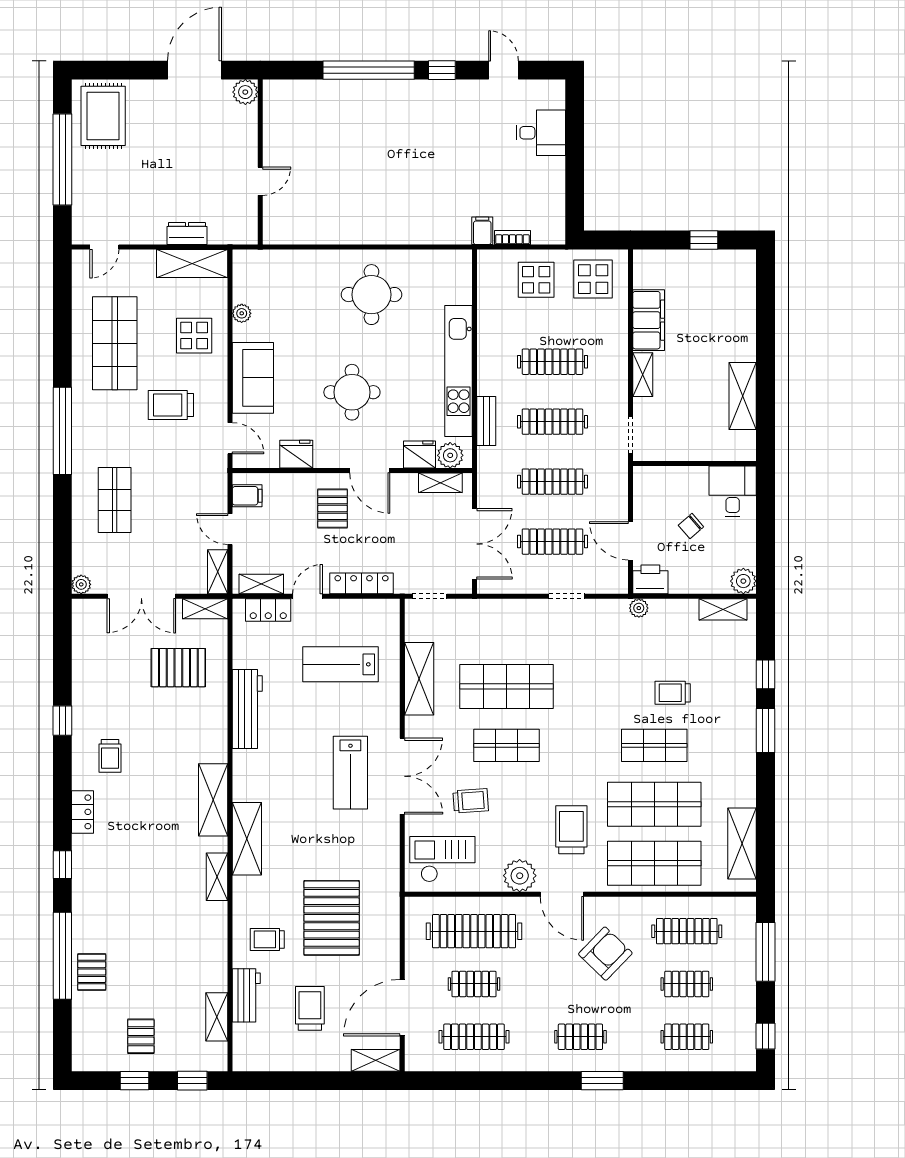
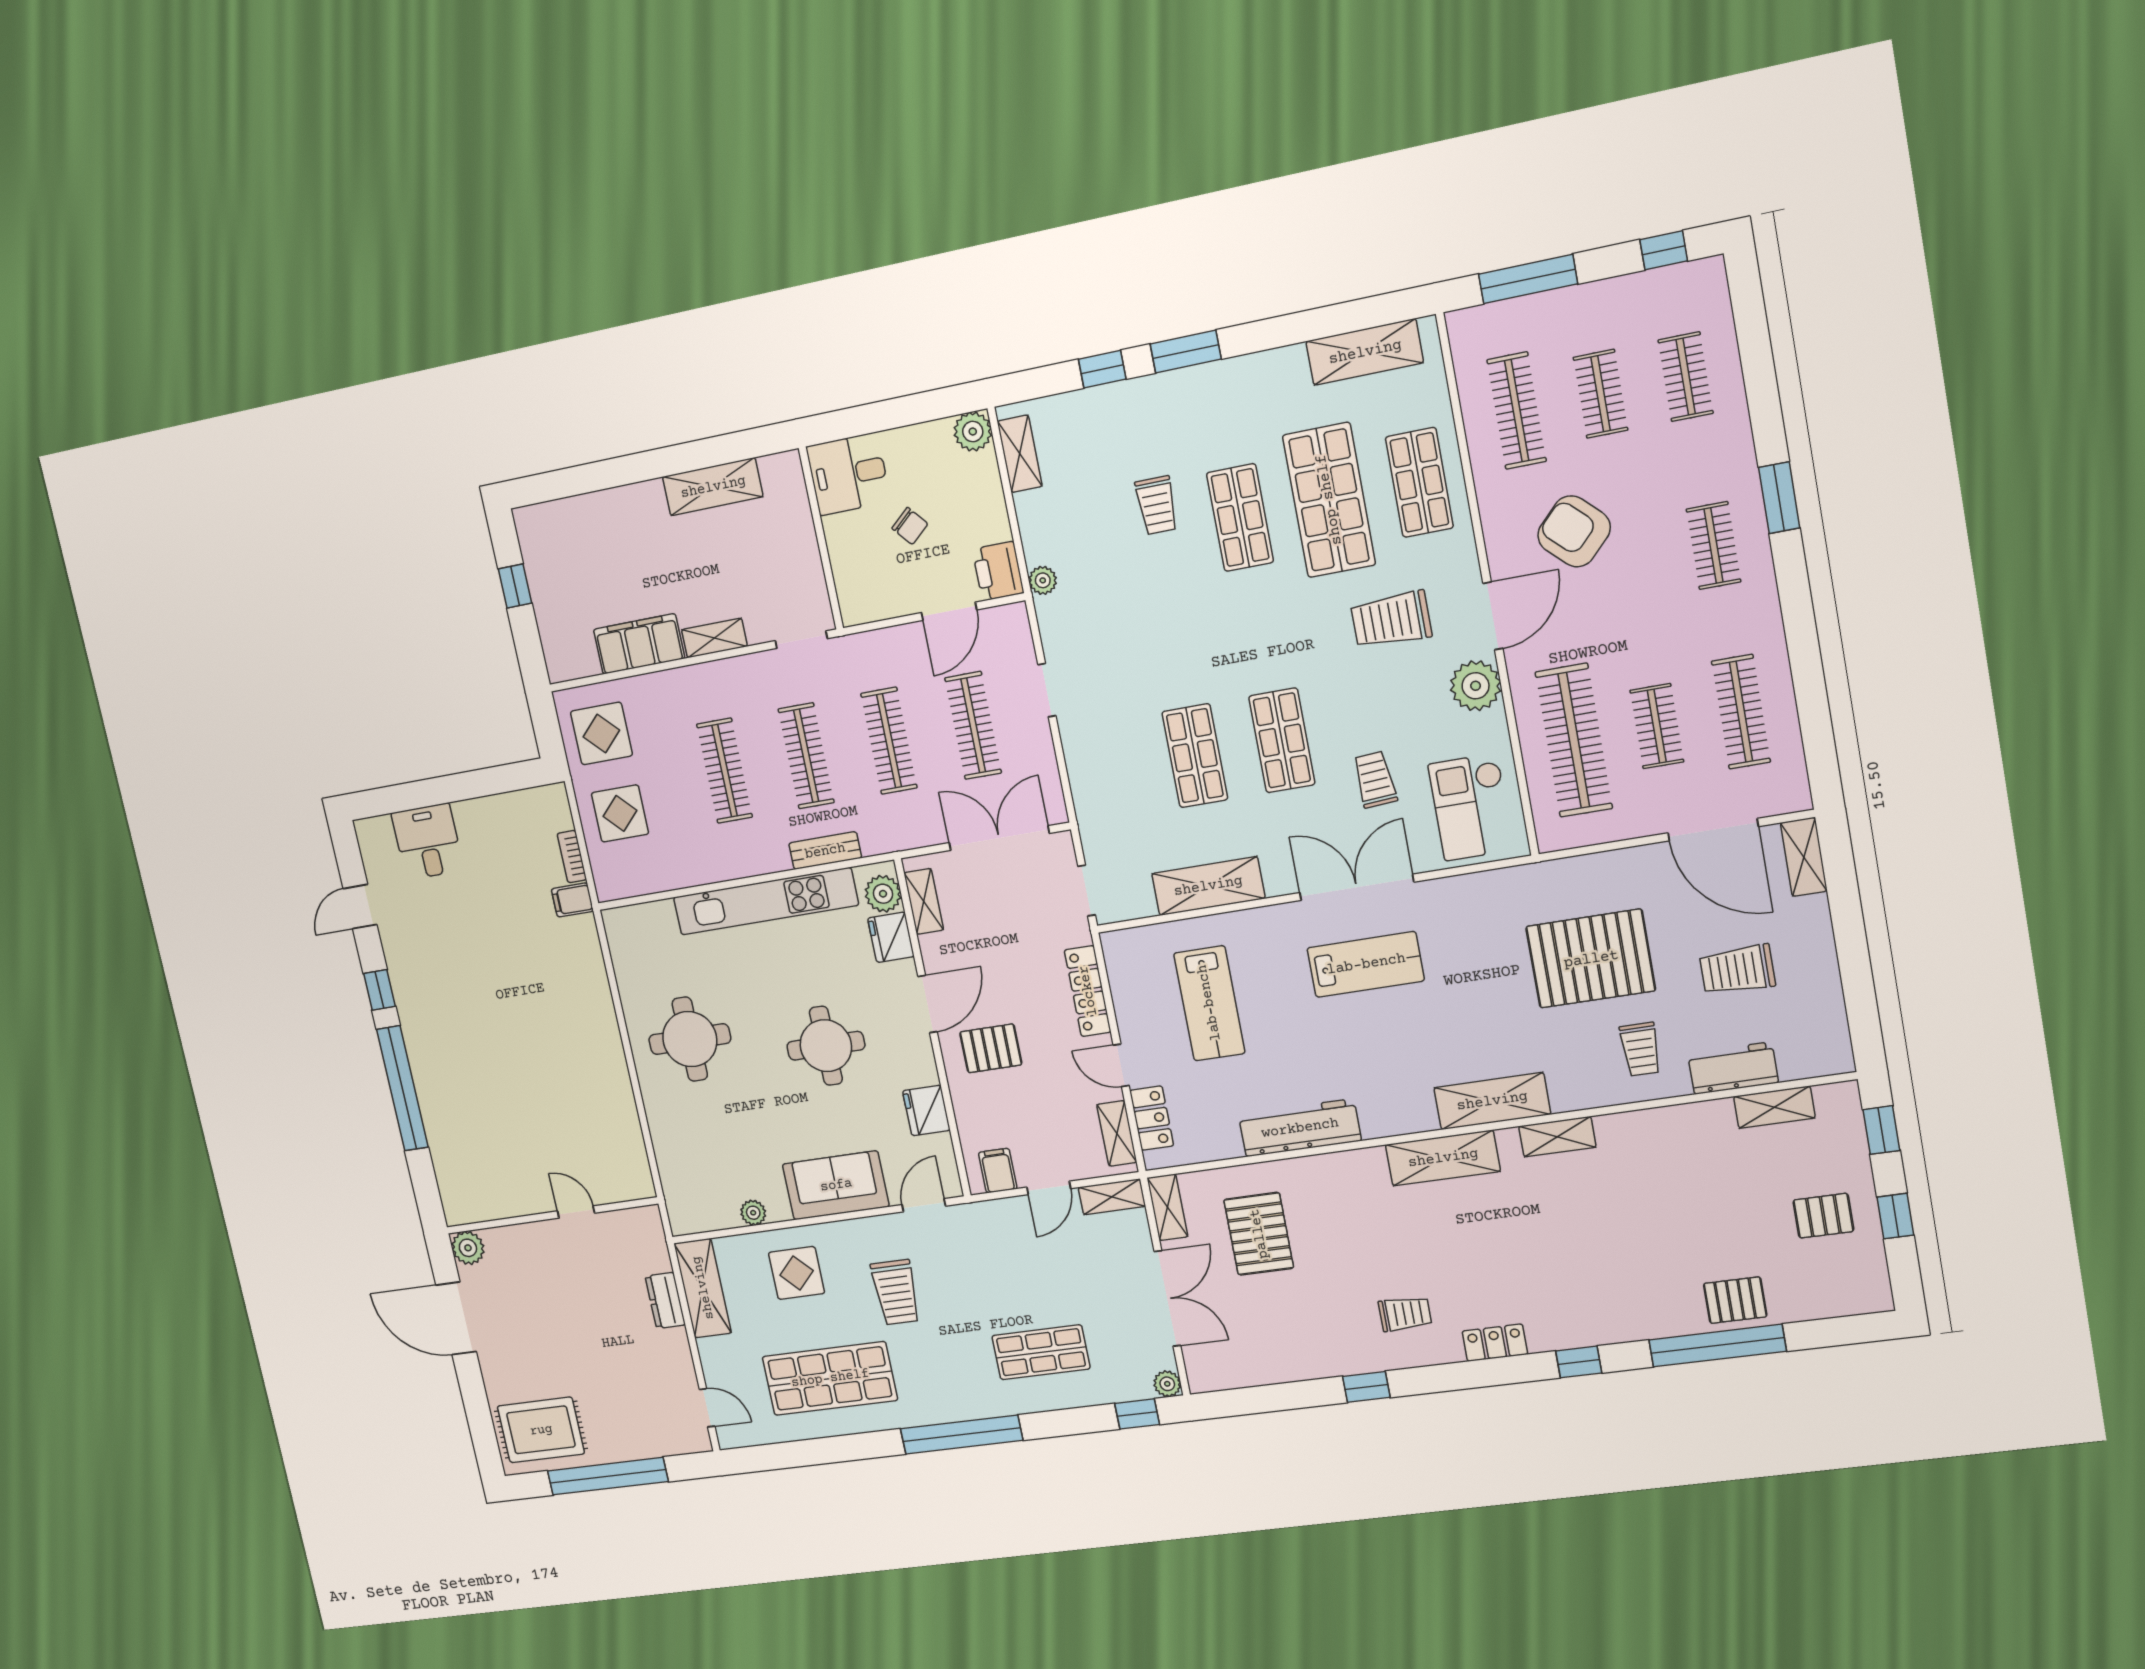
window: (62, 559) -> (1137, 1414), added
shop shelf: (507, 686) -> (1195, 756), width x0.70, depth x0.74
shop shelf: (654, 863) -> (1419, 482), width x0.70, depth x0.74

